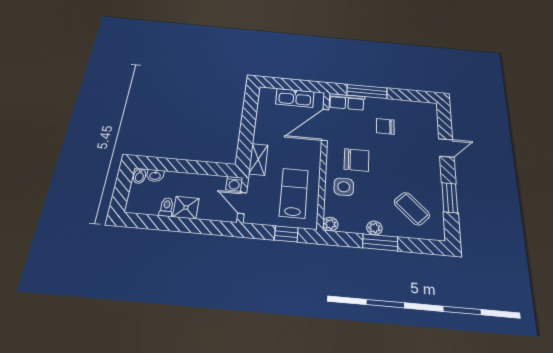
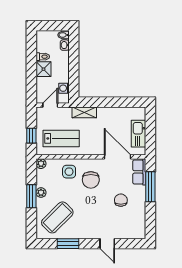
washing machine: (234, 184) -> (64, 88), moved
coffee table: (412, 209) -> (57, 217), width x1.36, depth x1.32

